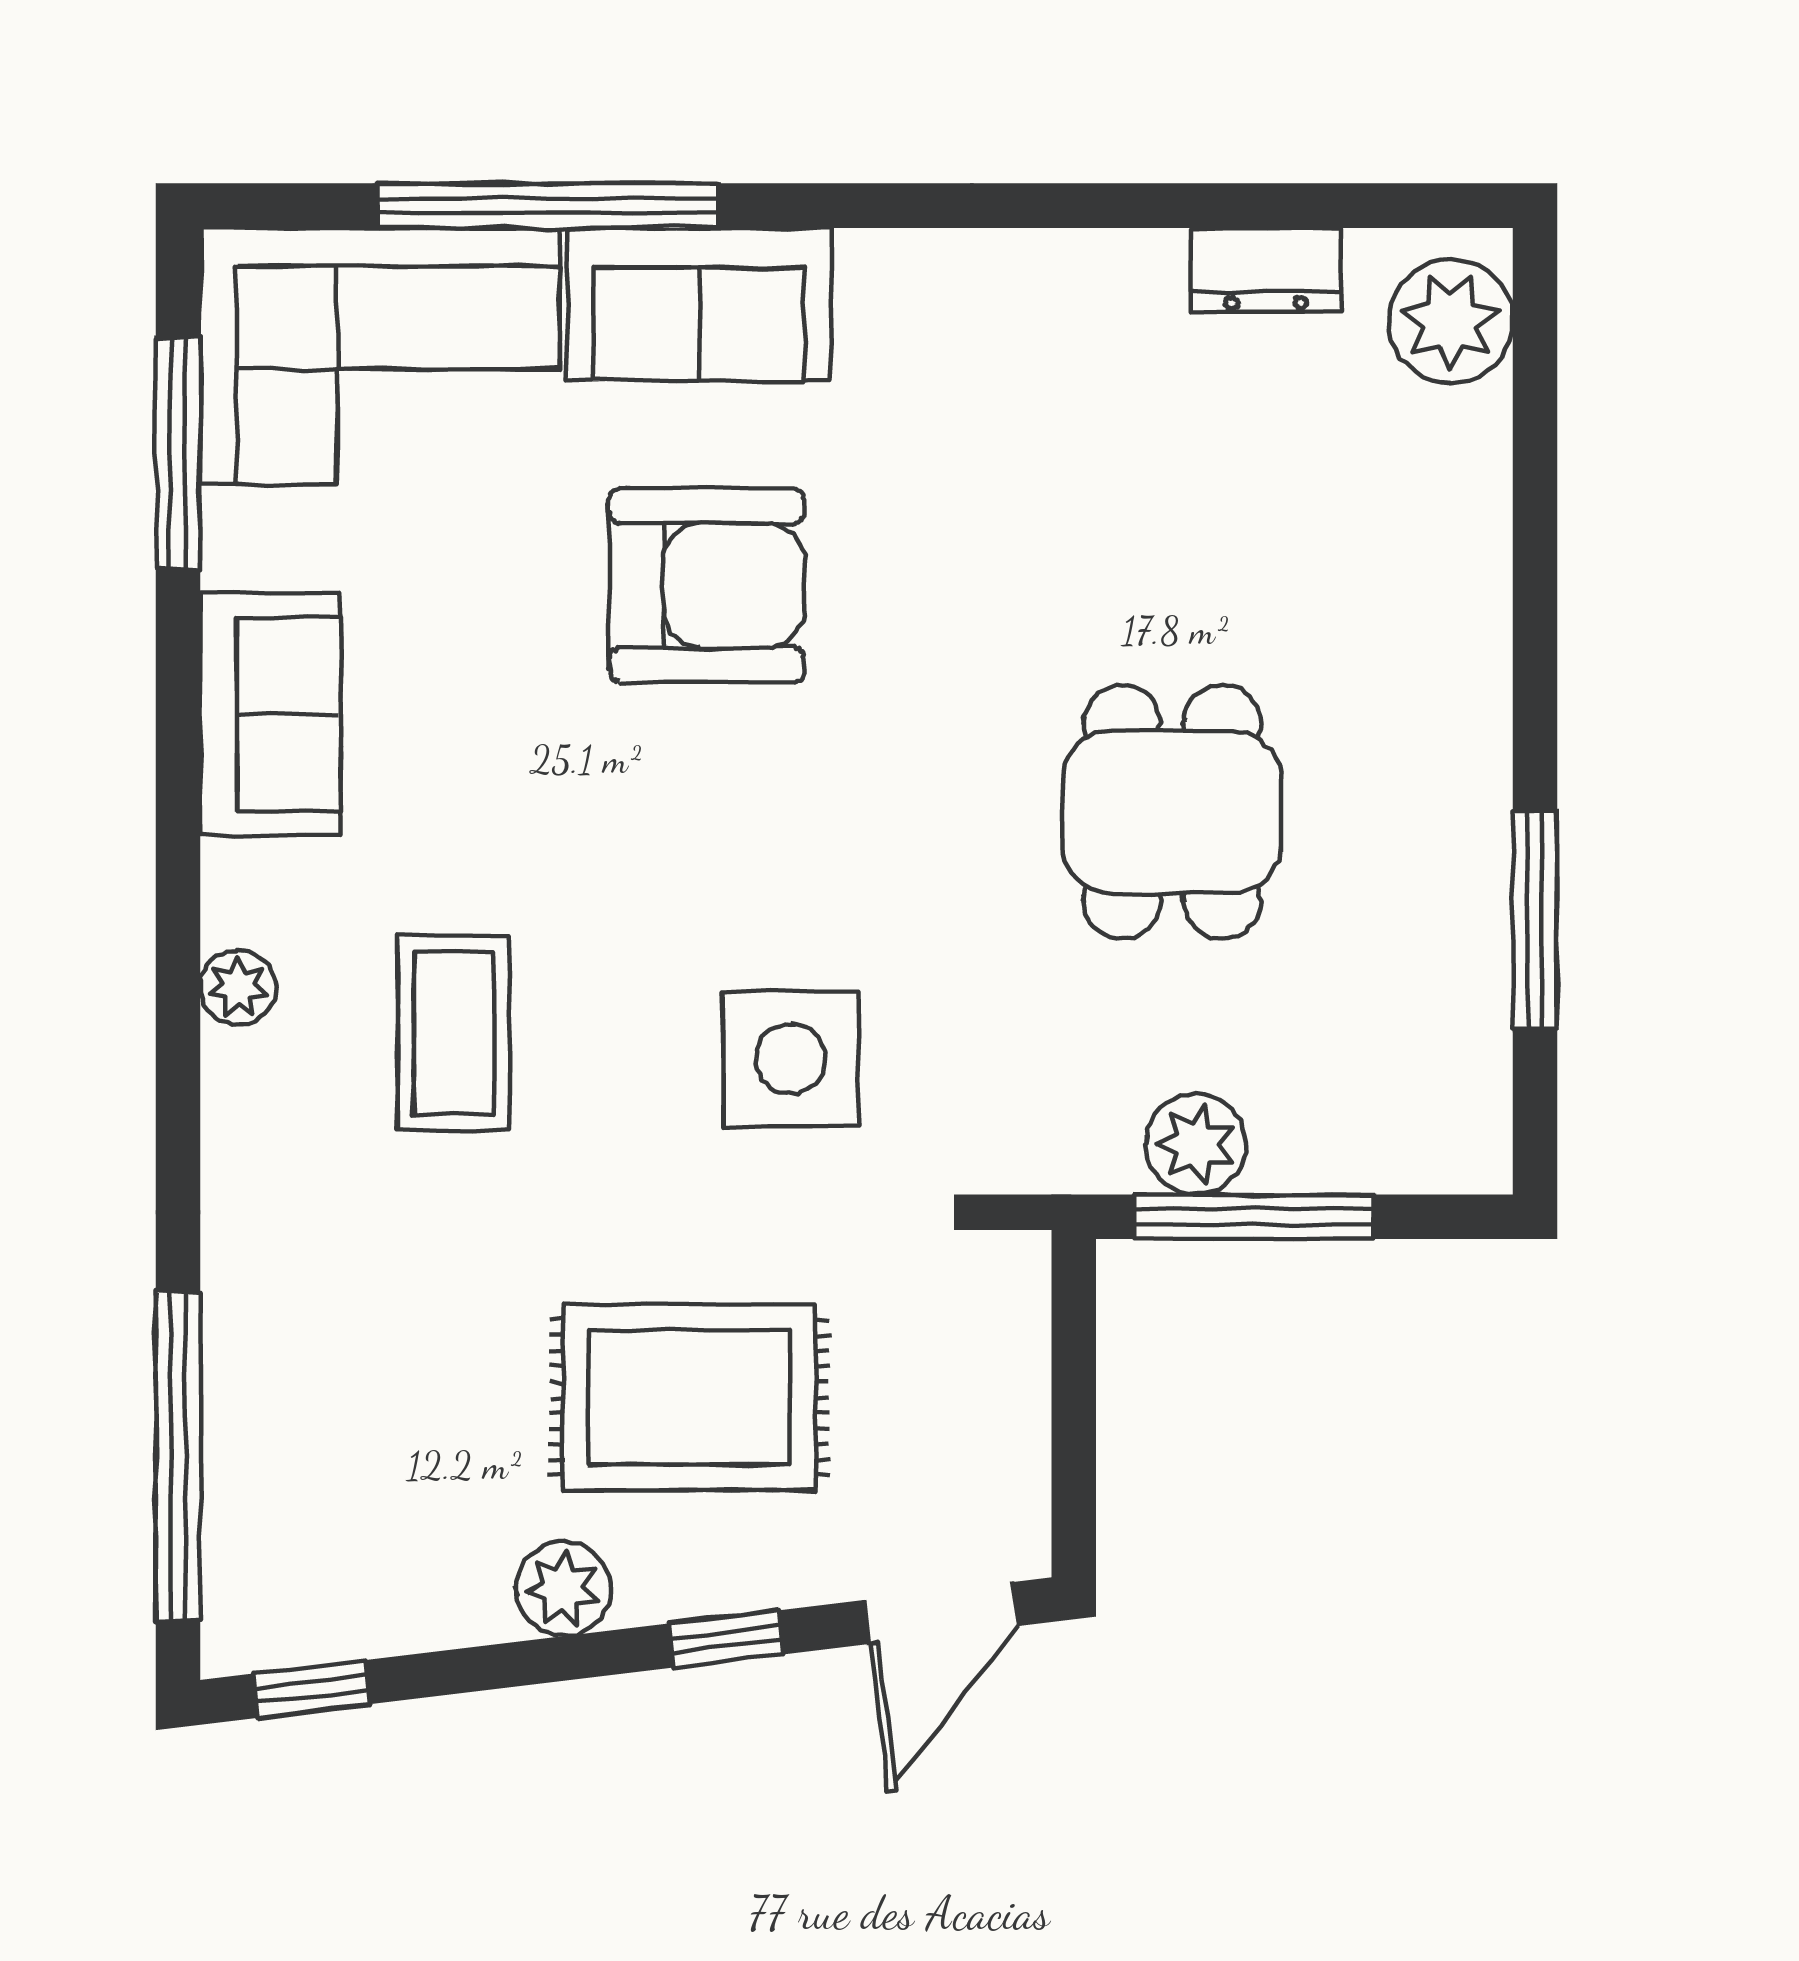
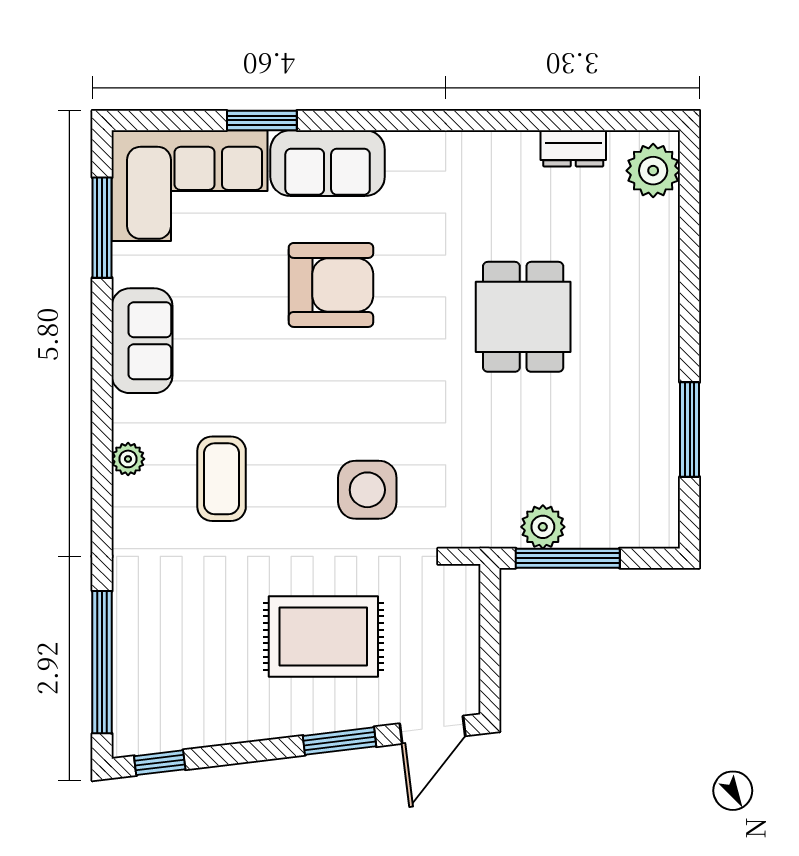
window: (547, 206) -> (262, 120), width x0.47
dining table: (1172, 812) -> (523, 317), moved
plant: (563, 1589) -> (269, 719), removed
window: (727, 1639) -> (340, 741), width x1.50

